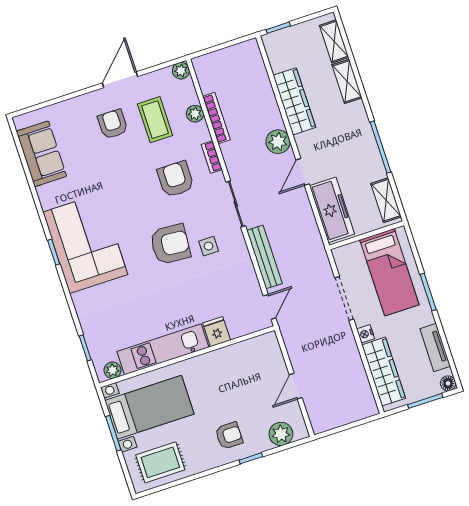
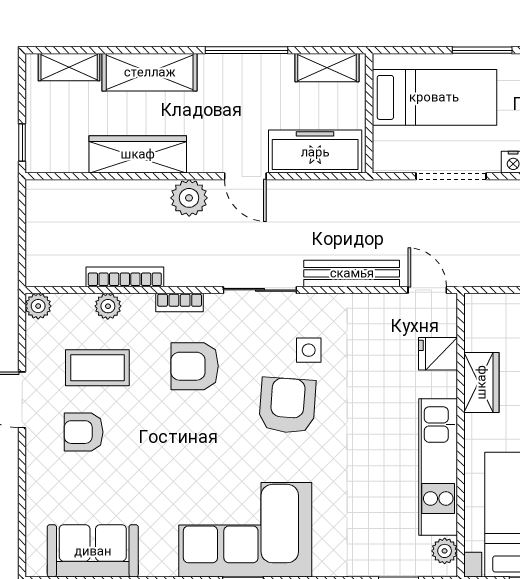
shelving: (347, 81) -> (150, 72), width x1.50, depth x1.33
fridge: (217, 332) -> (438, 354), moved
wardrobe: (224, 359) -> (481, 382), added

